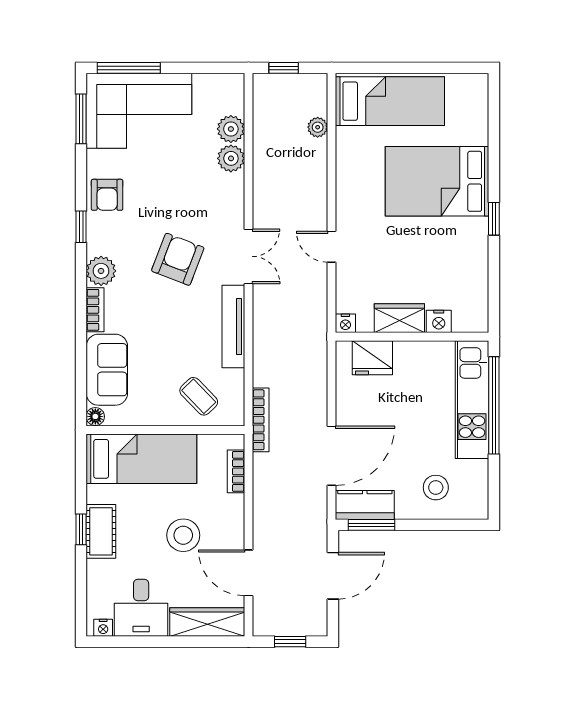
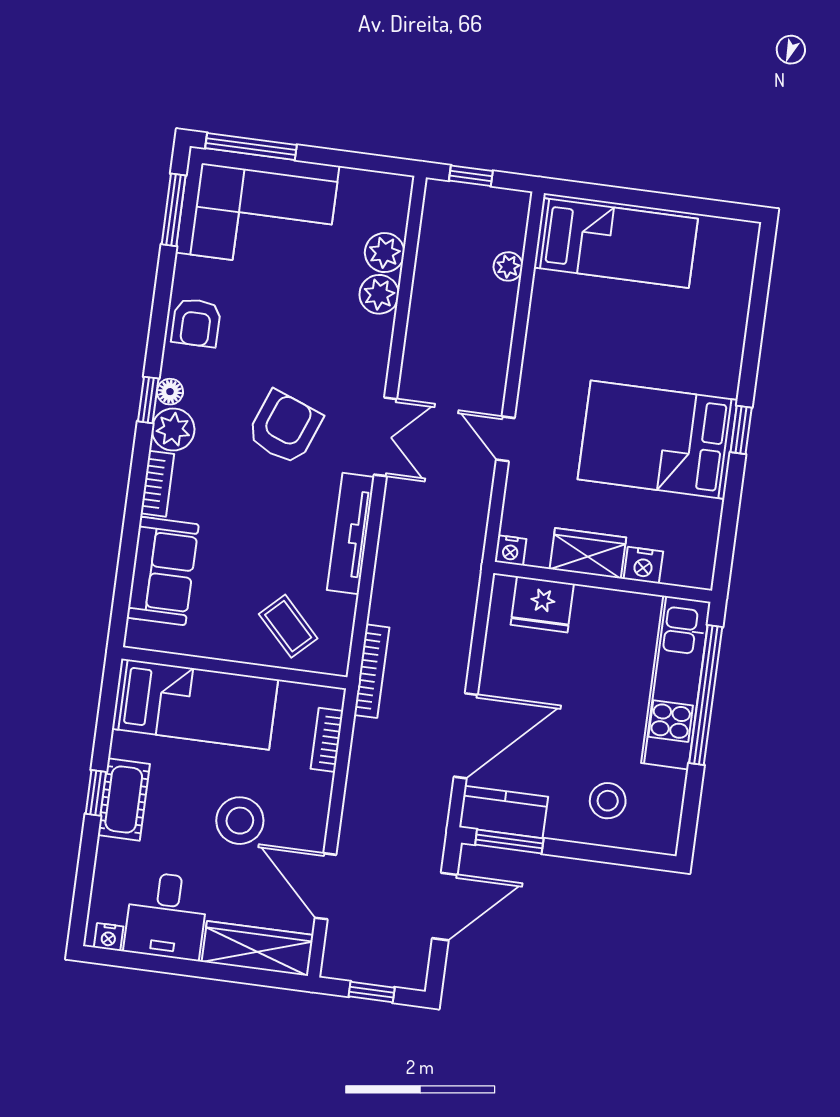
bed: (437, 181) -> (658, 440), moved
window: (81, 227) -> (148, 400), moved
floor lamp: (95, 416) -> (170, 392), moved

